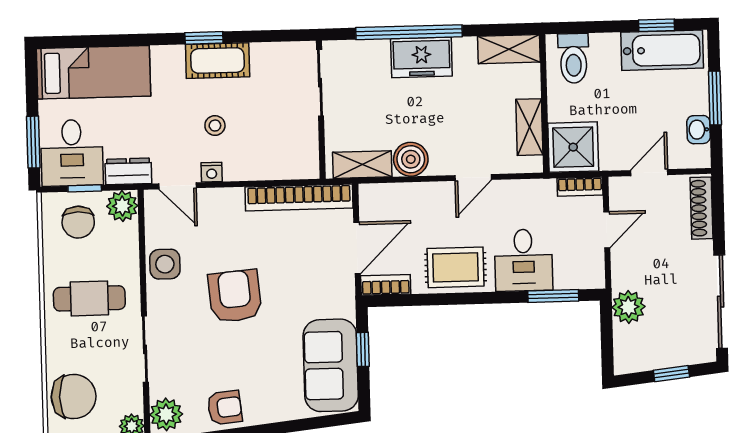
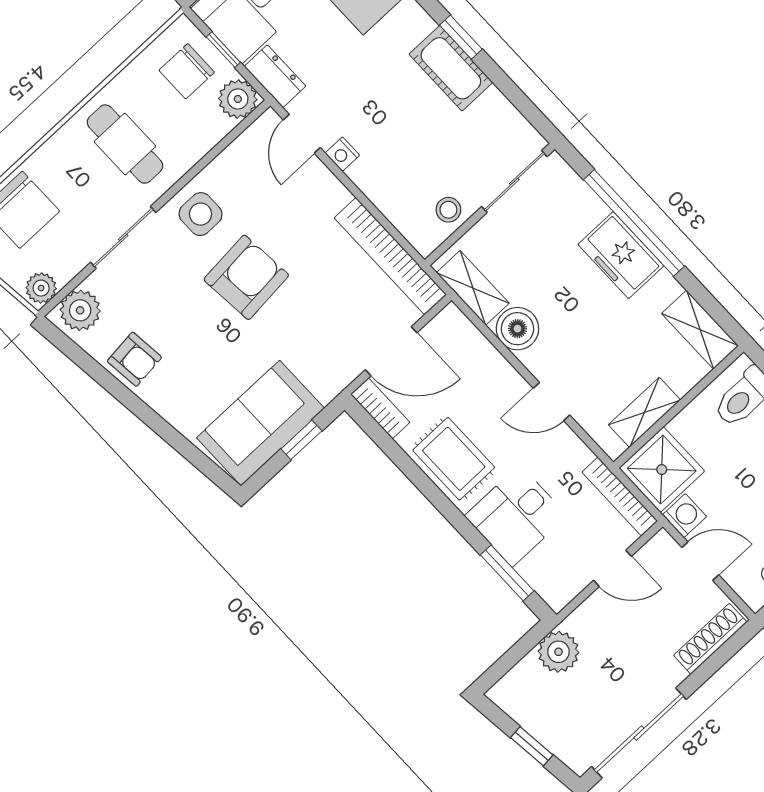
stool: (215, 126) -> (448, 210), moved
washing machine: (613, 158) -> (684, 516), added
bookcase: (580, 187) -> (620, 497), width x1.56
side table: (165, 264) -> (201, 214), moved

